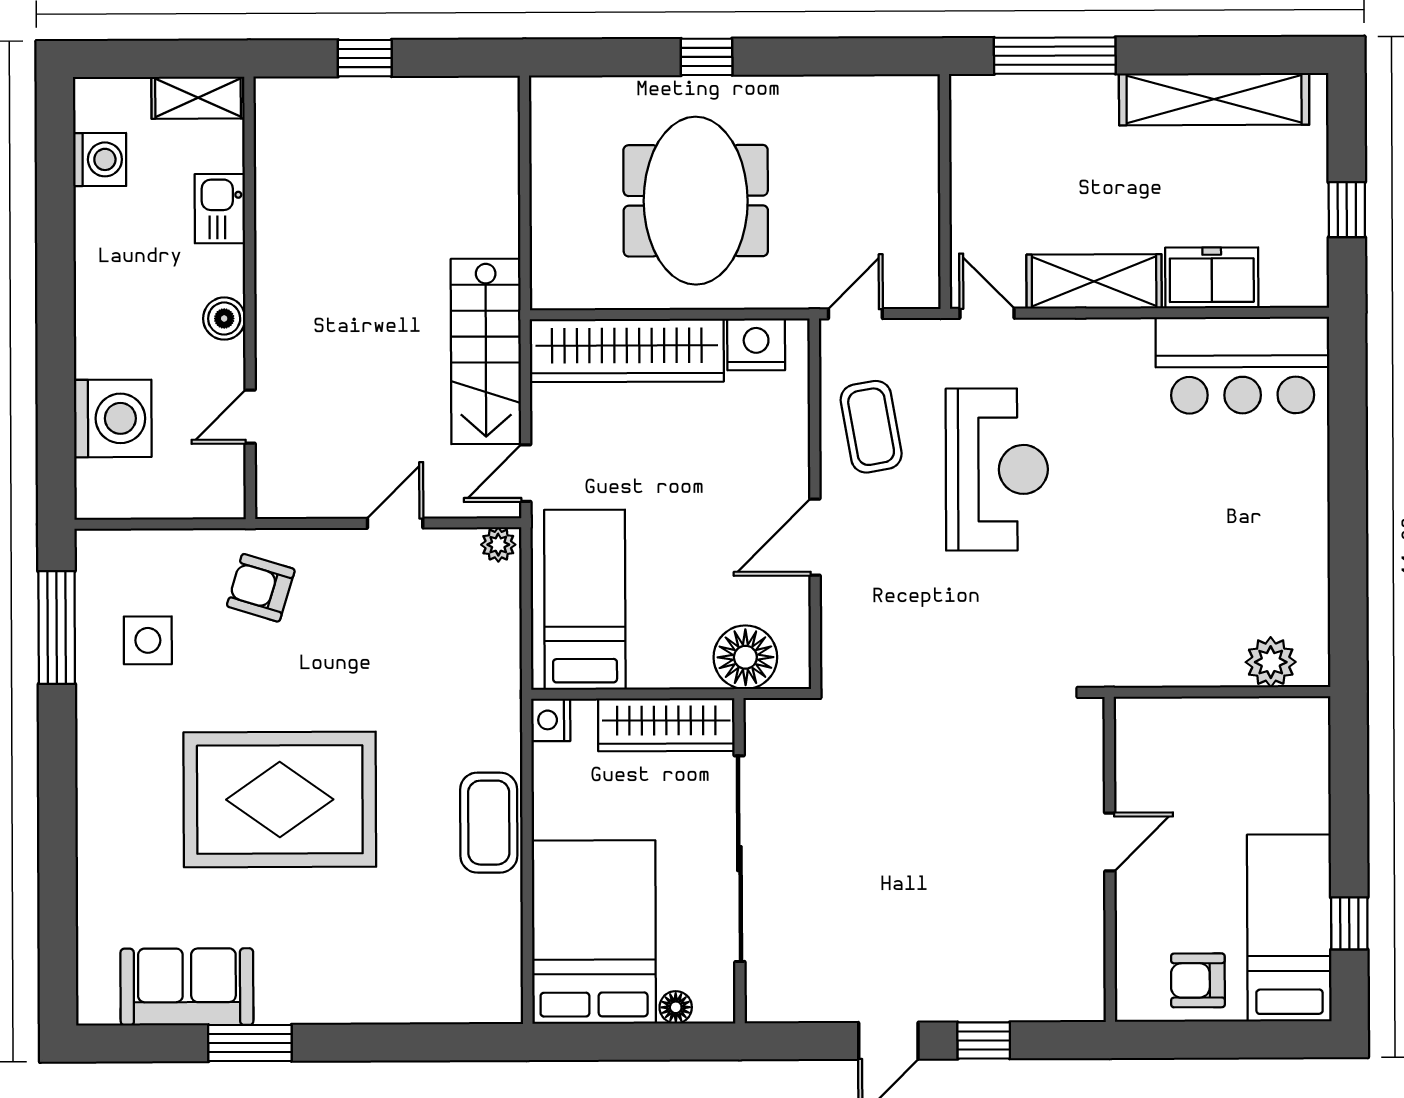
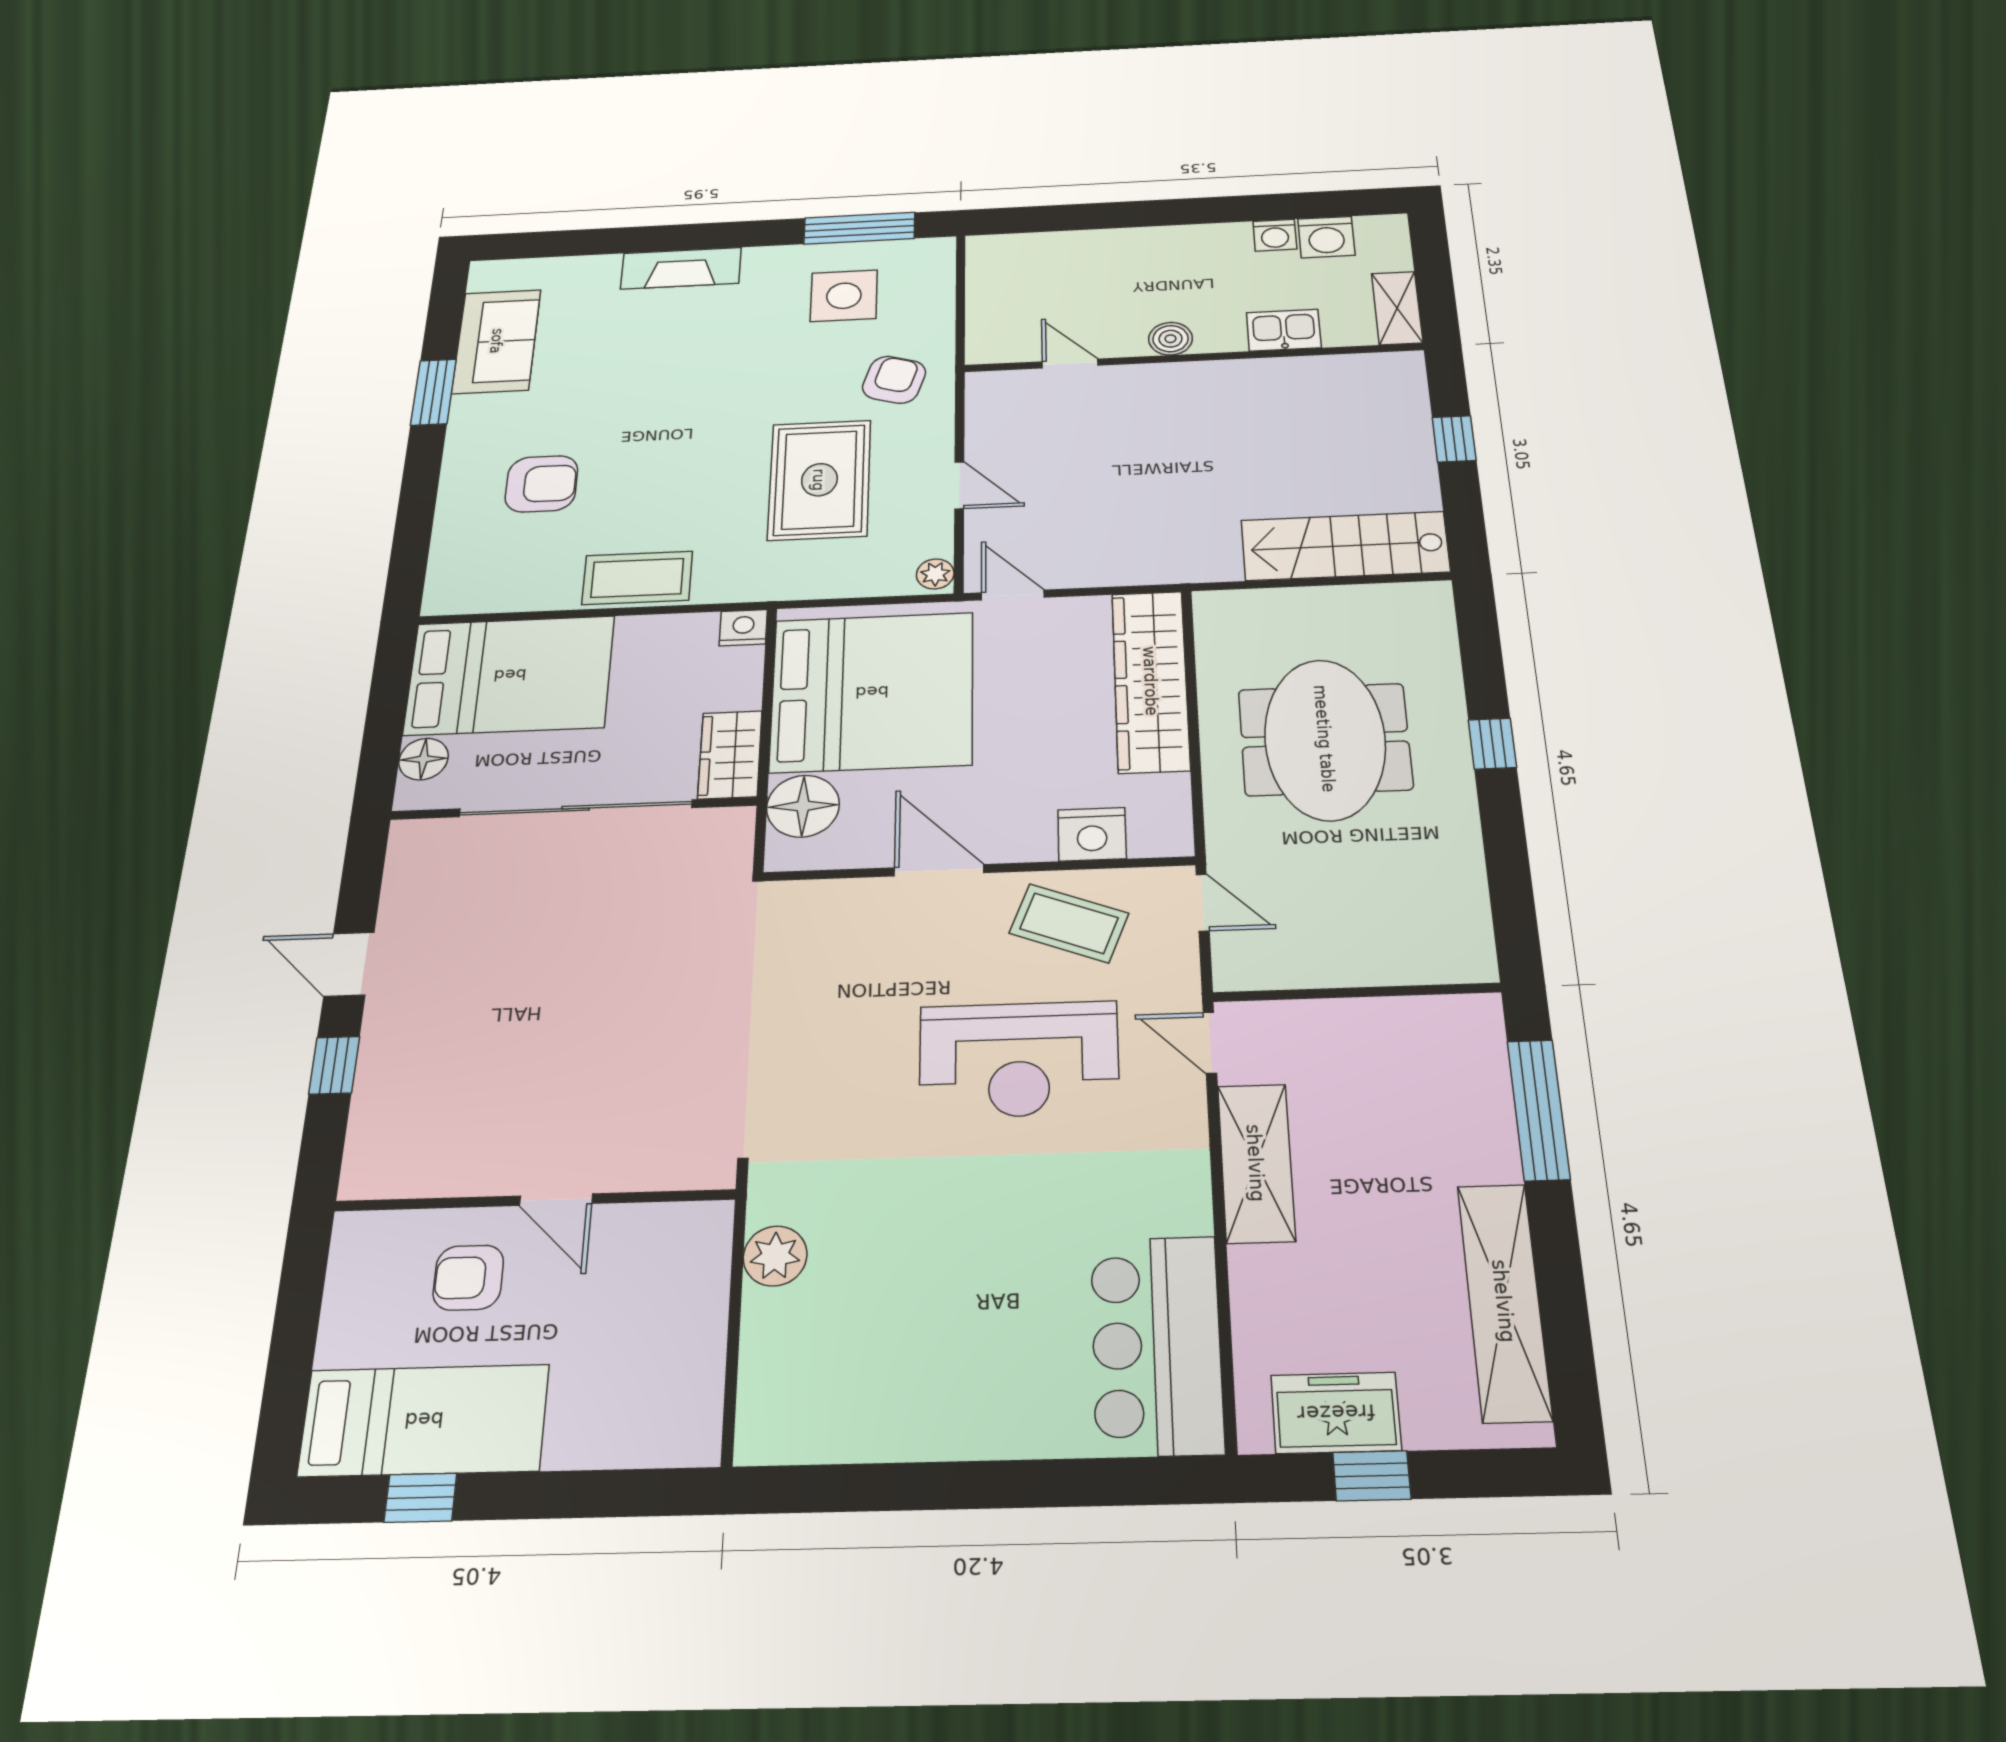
meeting table: (696, 201) -> (1325, 739), turned 90
freezer: (1212, 278) -> (1336, 1413), moved, turned -90
door: (987, 313) -> (1210, 1043), swing flipped
nightstand: (756, 345) -> (1092, 834), moved, turned 90
stairs: (486, 351) -> (1345, 546), moved
washing machine: (113, 418) -> (1275, 235), moved, width x0.53, depth x0.53
coffee table: (871, 427) -> (1069, 923), turned 31
bed: (585, 600) -> (872, 692), width x2.04
side table: (148, 640) -> (844, 296), width x1.37, depth x1.37
plant: (1271, 662) -> (775, 1256), moved
wardrobe: (666, 725) -> (730, 755), width x0.67
rug: (280, 799) -> (819, 480), moved, width x0.73, depth x0.69
fireplace: (100, 807) -> (681, 268), added
armchair: (372, 924) -> (541, 484), added
armchair: (1198, 980) -> (468, 1278), moved, turned -90
floor lamp: (676, 1007) -> (423, 759), width x1.37, depth x1.37

